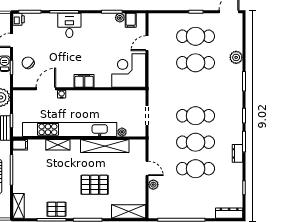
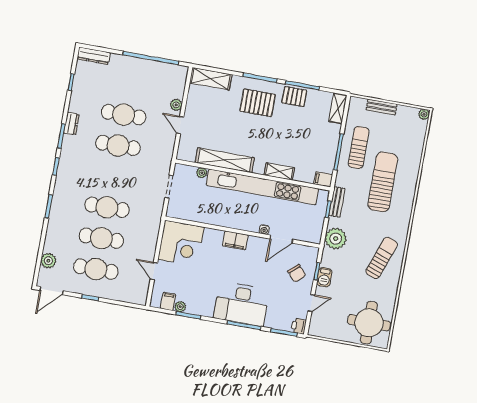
desk: (69, 25) -> (241, 304), width x1.87, depth x1.30
door: (147, 43) -> (154, 271), swing flipped
plant: (236, 57) -> (48, 261), moved
cafe table: (196, 116) -> (107, 207), moved
pallet: (95, 185) -> (258, 103), moved

